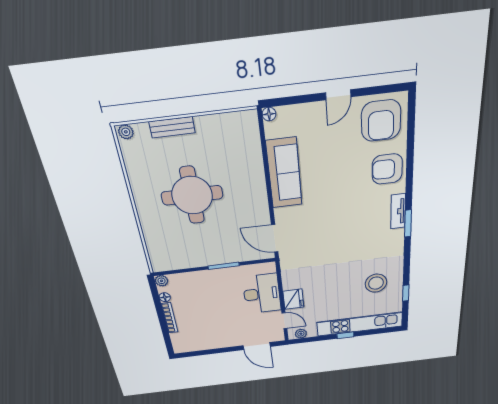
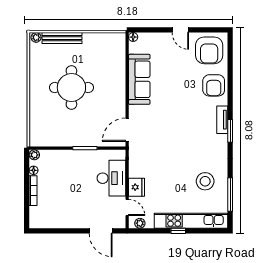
door: (338, 95) -> (180, 30), hinge flipped
bench: (172, 127) -> (62, 38), width x1.36
armchair: (387, 169) -> (214, 85), turned -90
door: (275, 238) -> (127, 130), hinge flipped
window: (406, 293) -> (230, 194), width x2.17

